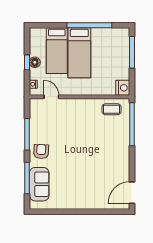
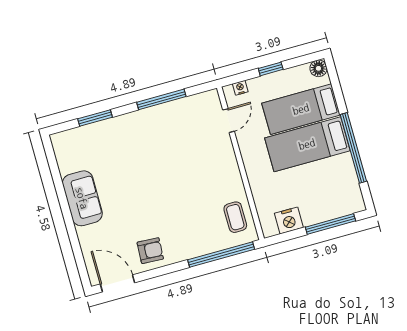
floor lamp: (35, 62) -> (318, 68), moved
nightstand: (123, 88) -> (289, 220), moved
armchair: (41, 151) -> (150, 251), moved
window: (27, 178) -> (95, 118), width x0.69
sofa: (39, 184) -> (82, 198), moved, turned -90

